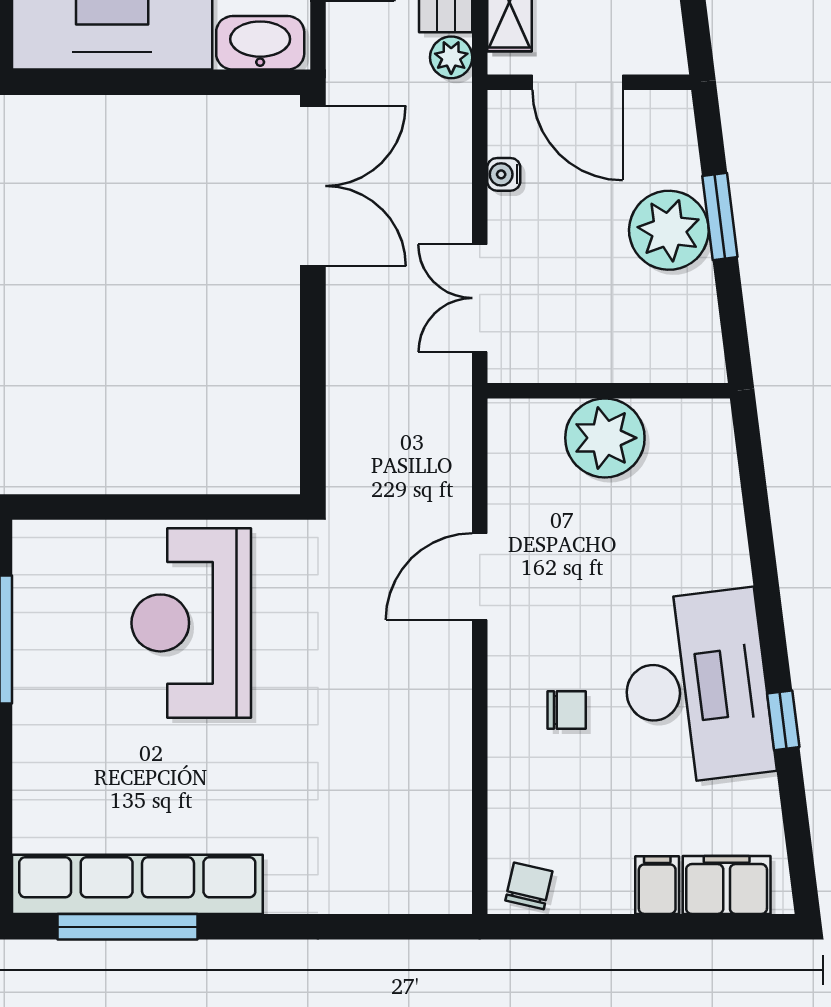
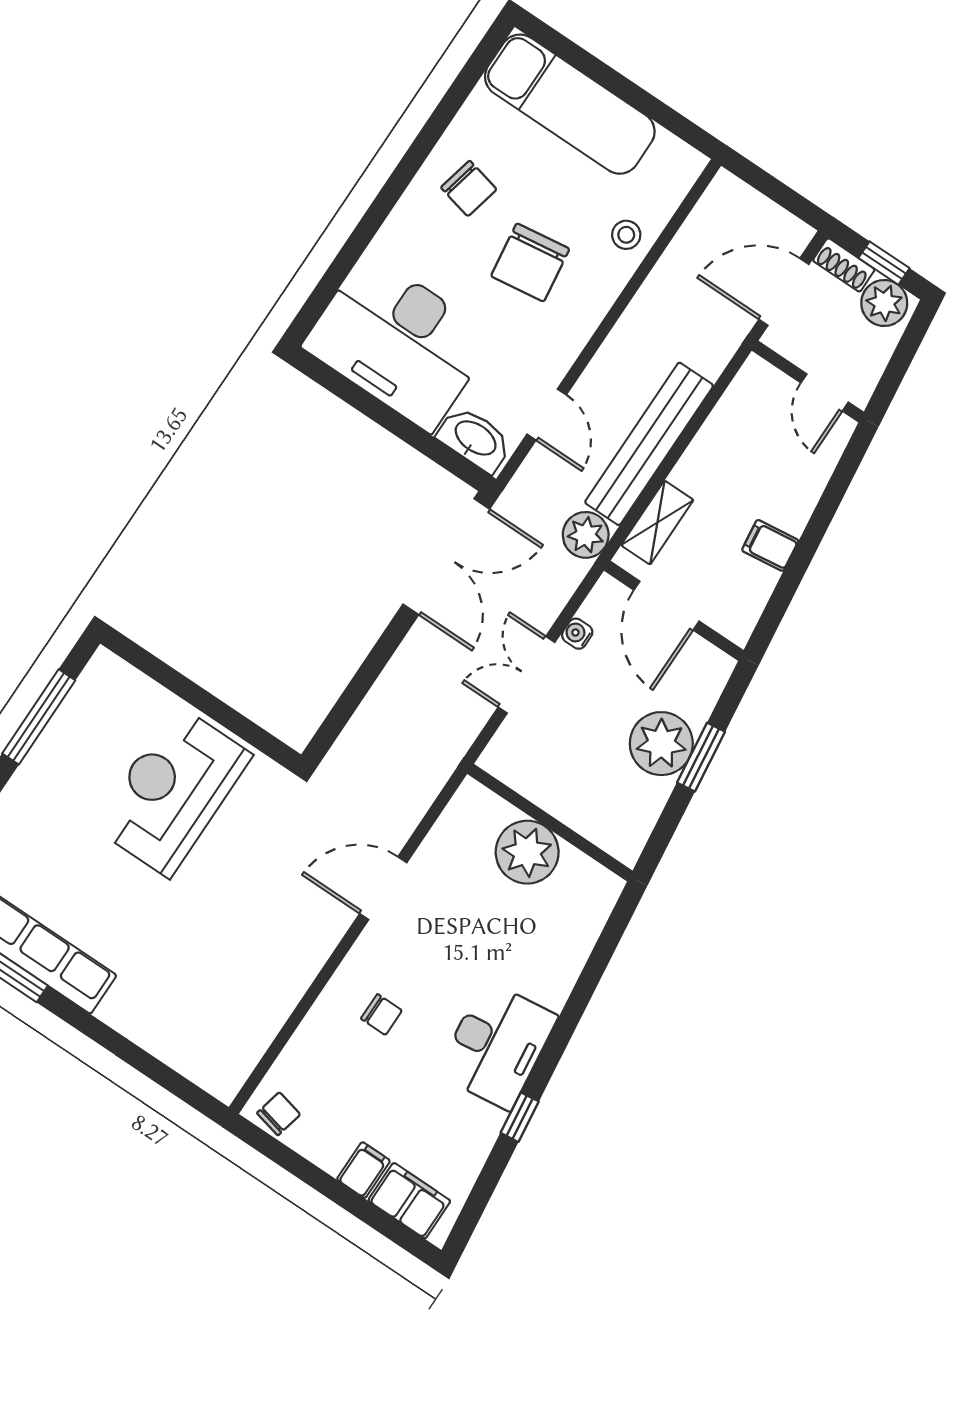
plant: (451, 57) -> (586, 535), width x1.38, depth x1.38
double door: (480, 298) -> (527, 675), moved
desk: (696, 687) -> (497, 1045), width x0.73, depth x0.77

